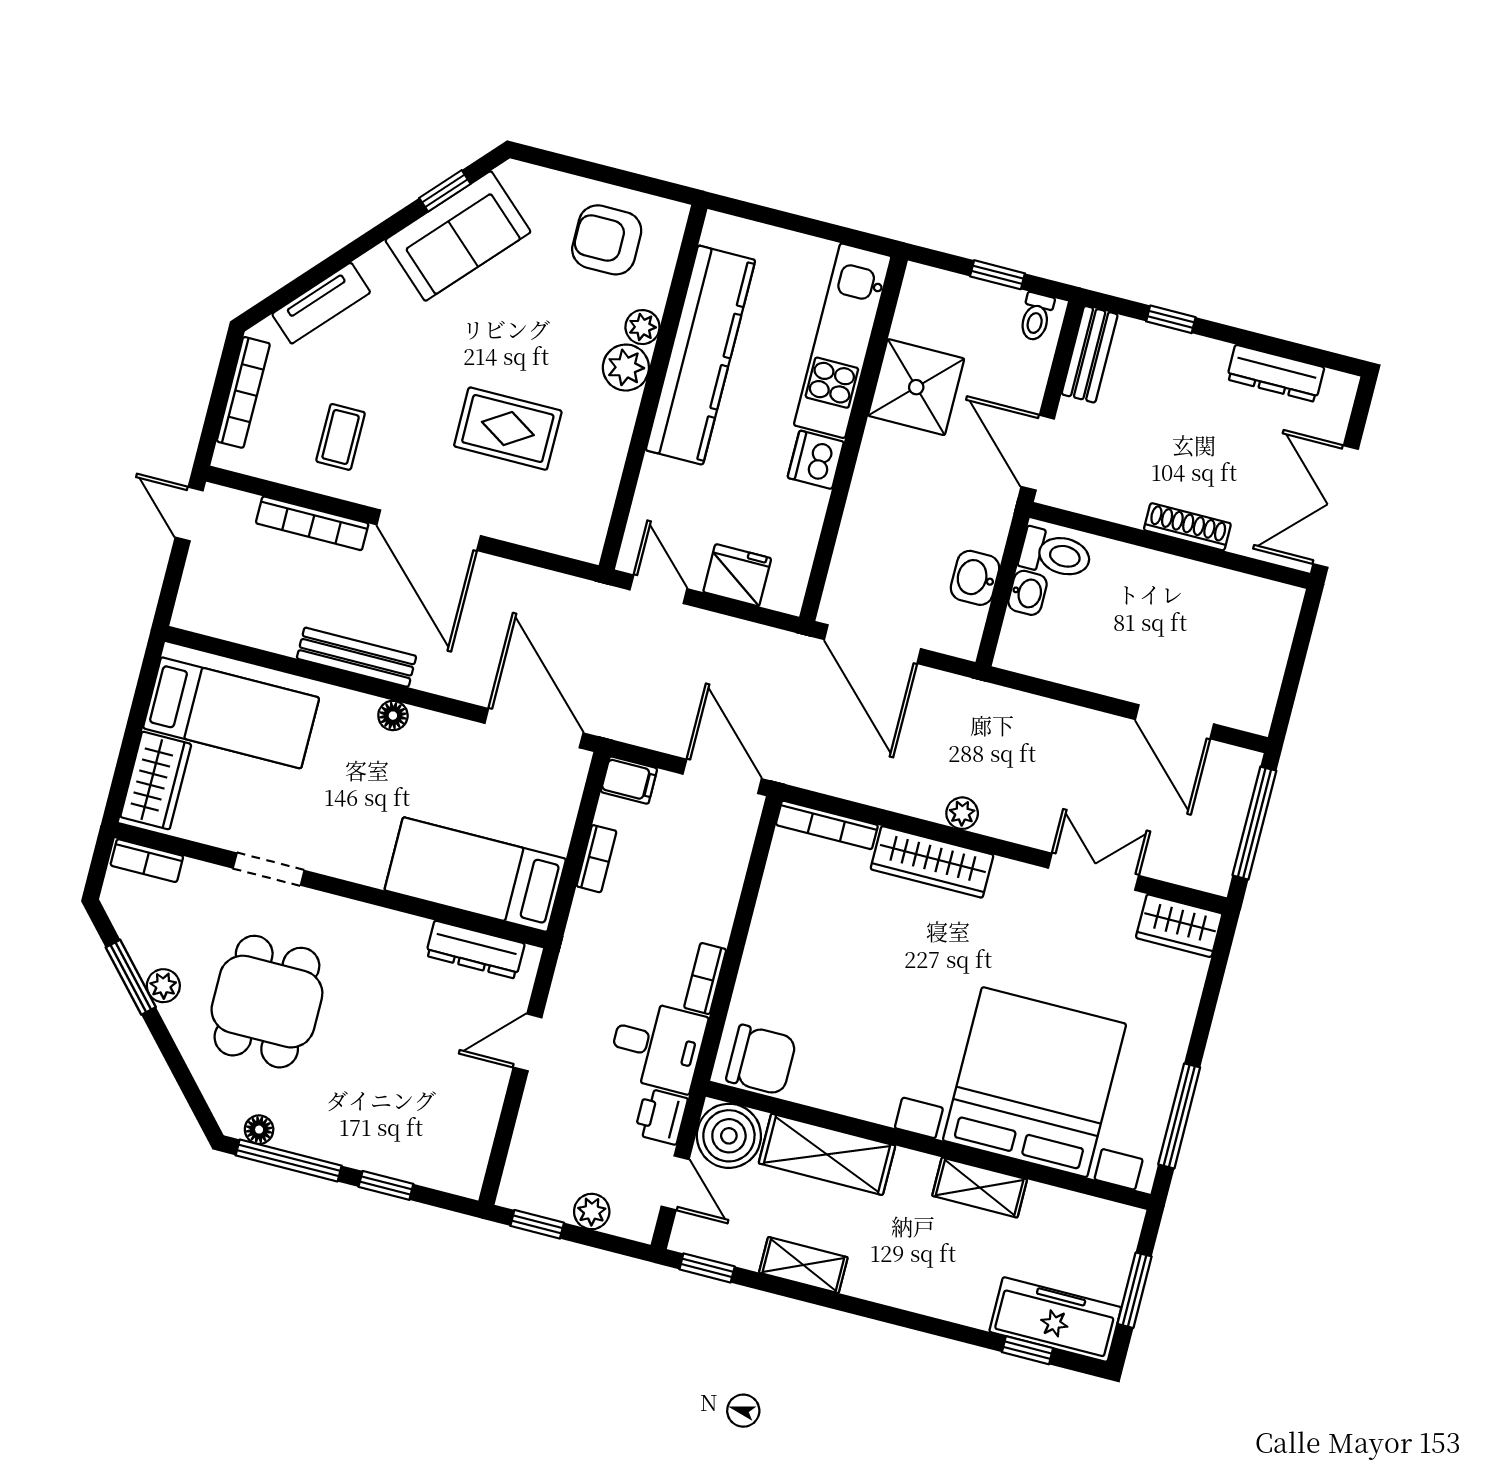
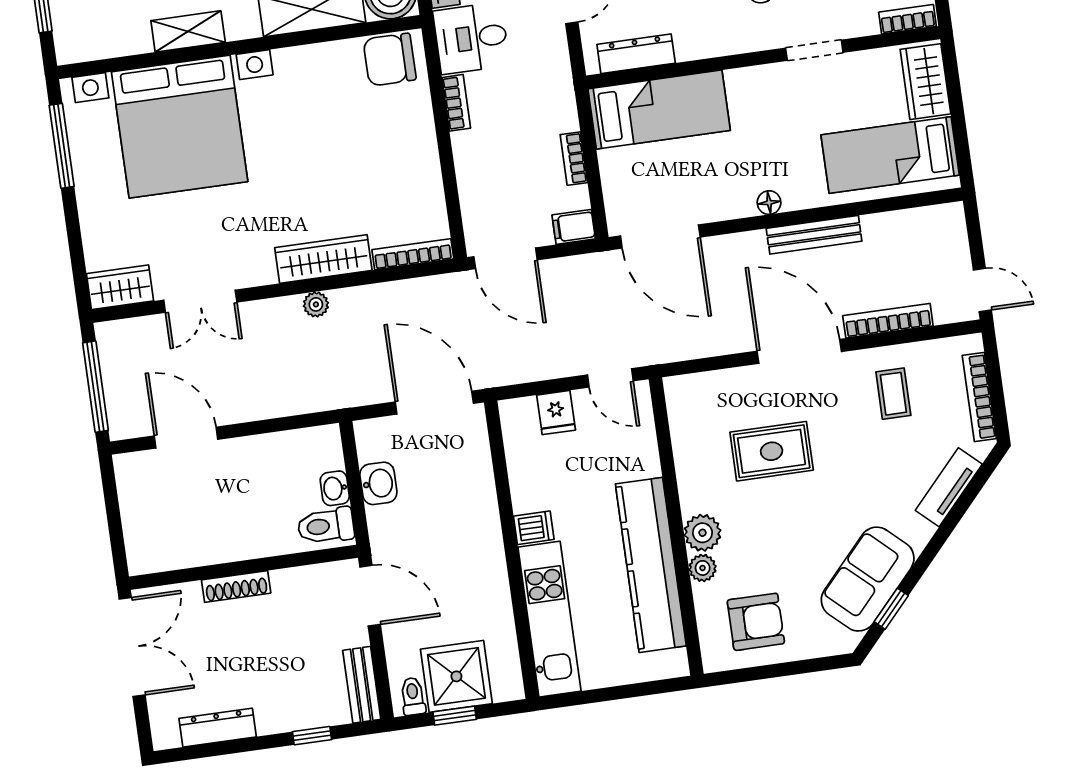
shower: (916, 387) -> (456, 676), moved
dishwasher: (816, 460) -> (534, 528), width x0.73
fridge: (737, 575) -> (556, 413), width x0.72

